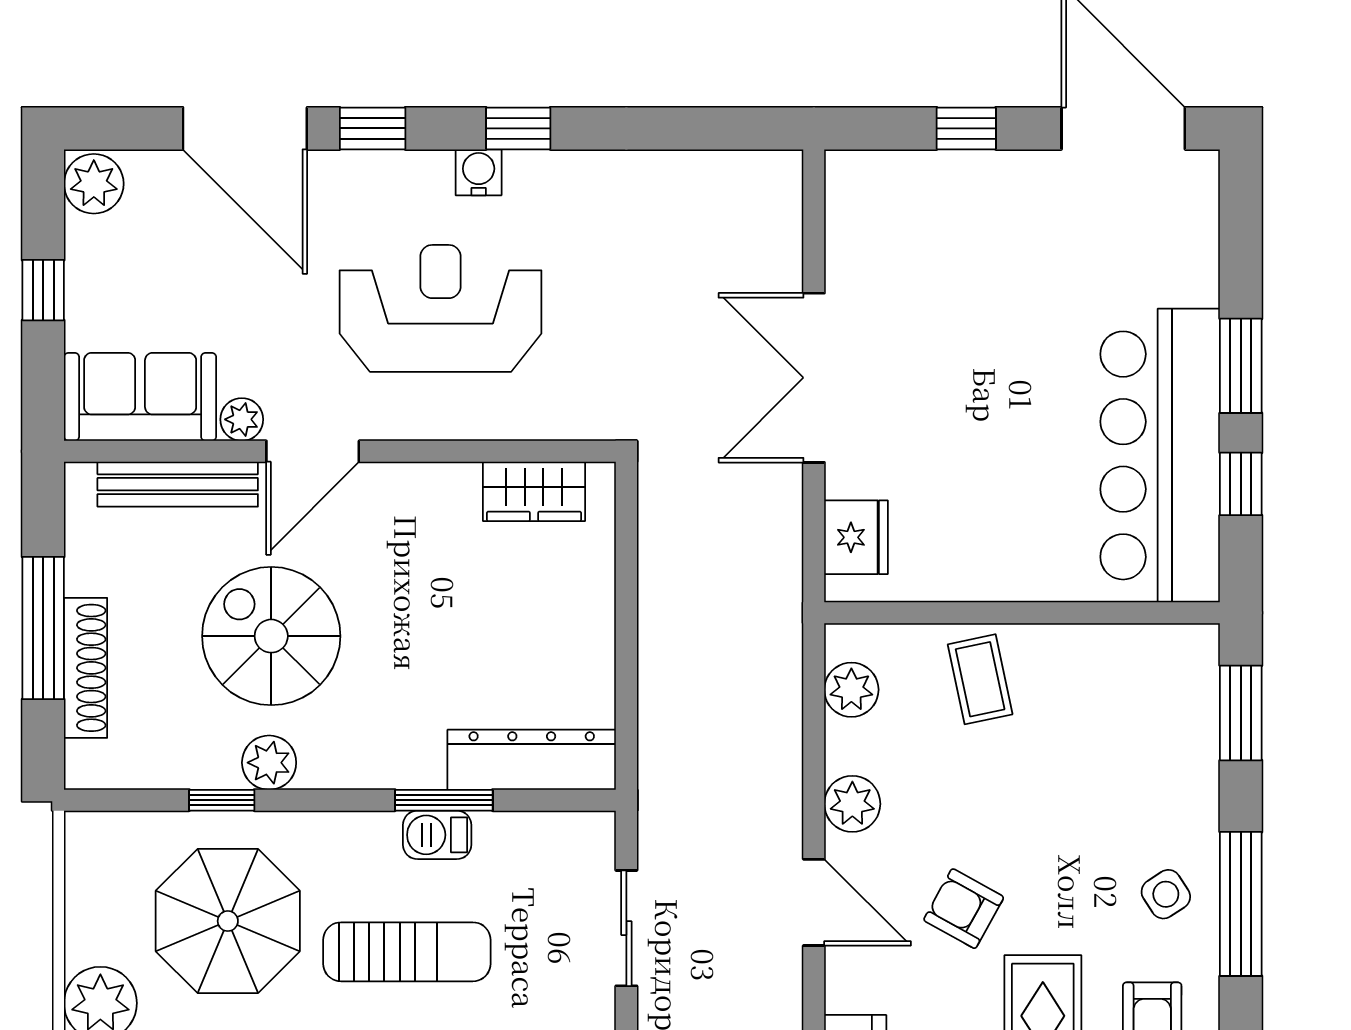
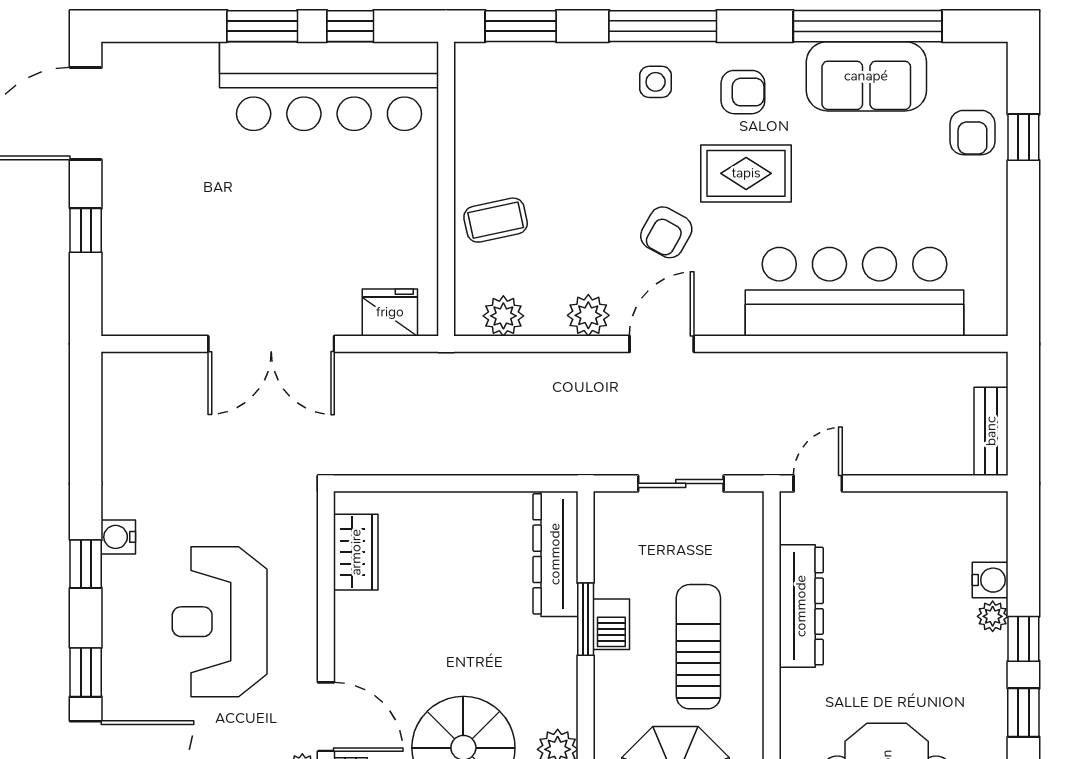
water cooler: (479, 172) -> (118, 537), moved
side table: (1166, 894) -> (656, 82), turned 33

